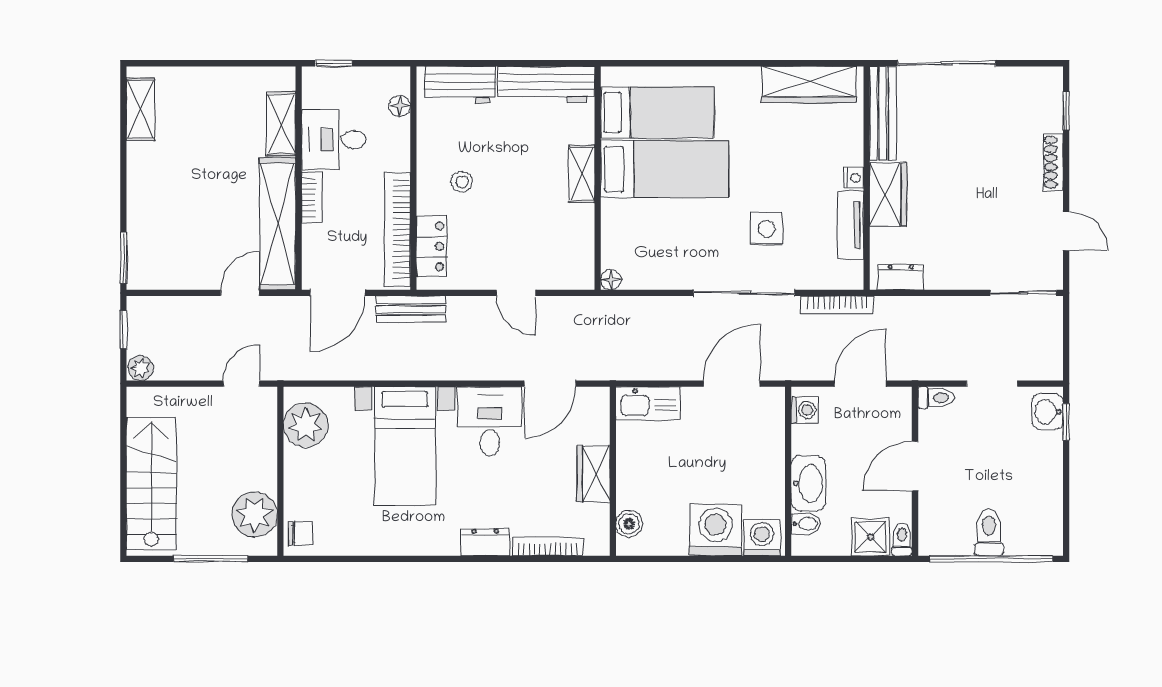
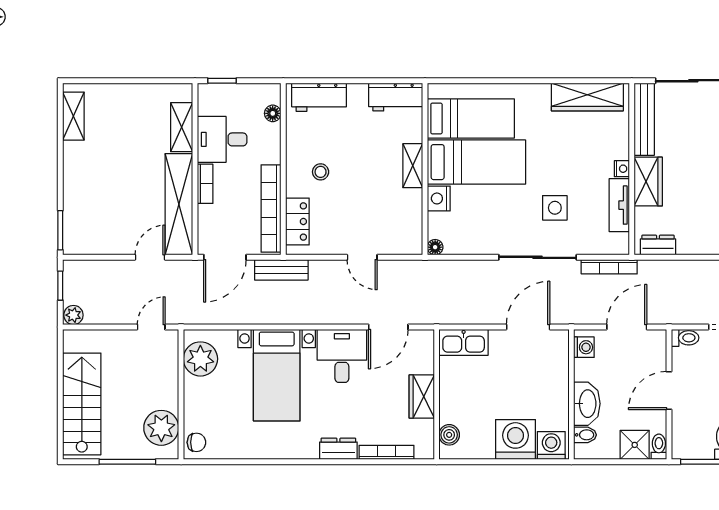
workbench: (546, 84) -> (396, 97), width x0.73
nightstand: (616, 216) -> (439, 198), added

